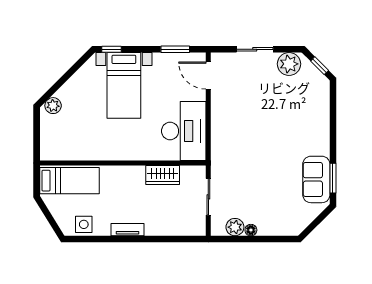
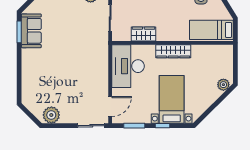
window: (111, 49) -> (162, 126), moved
sliding door: (255, 49) -> (91, 126), moved
window: (320, 66) -> (29, 114), removed
door: (208, 76) -> (110, 107), hinge flipped
wardrobe: (122, 151) -> (173, 51), added

